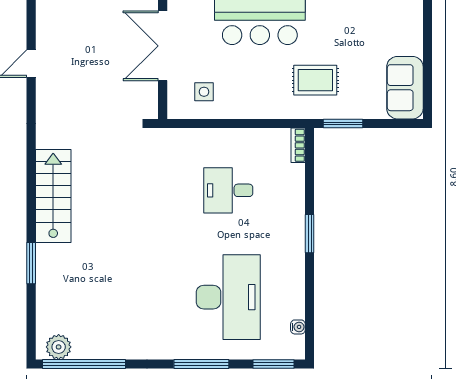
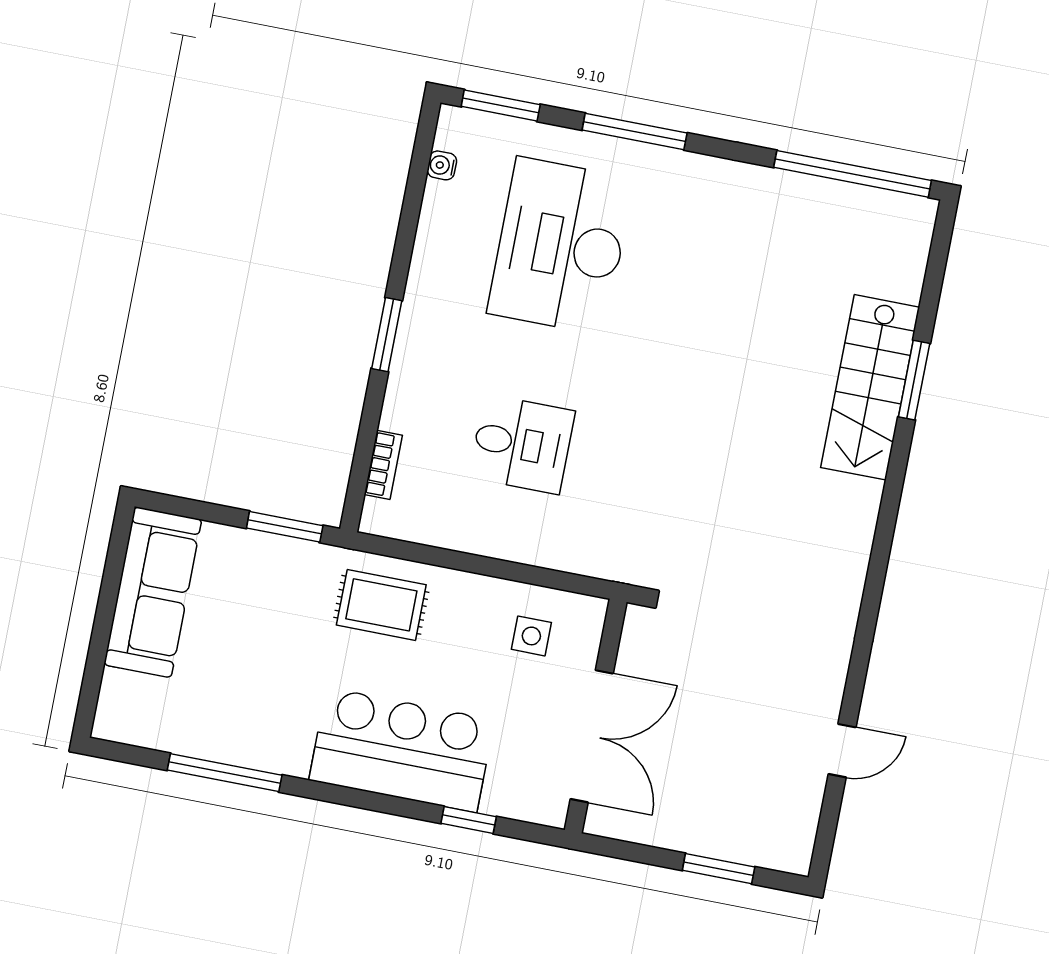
rug: (315, 80) -> (381, 605), moved
sofa: (405, 88) -> (153, 592), width x1.36
bookcase: (298, 145) -> (383, 465), moved
stairs: (53, 196) -> (870, 387), moved
plant: (59, 347) -> (893, 215), removed

